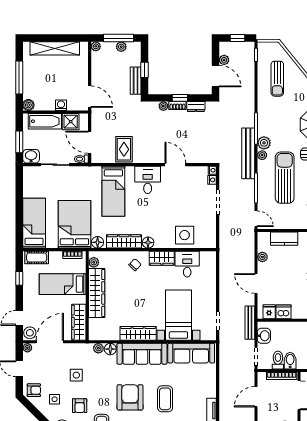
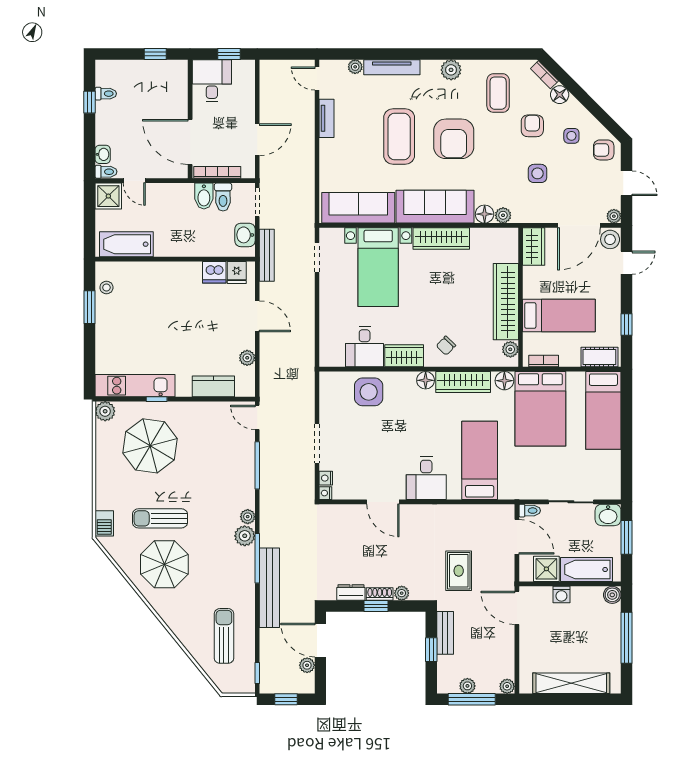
rug: (124, 149) -> (459, 571), moved
bench: (248, 153) -> (269, 588), moved
sun lounger: (285, 178) -> (212, 482), removed
wardrobe: (79, 322) -> (534, 247), width x0.67
coffee table: (165, 399) -> (399, 136), width x1.36, depth x1.32

